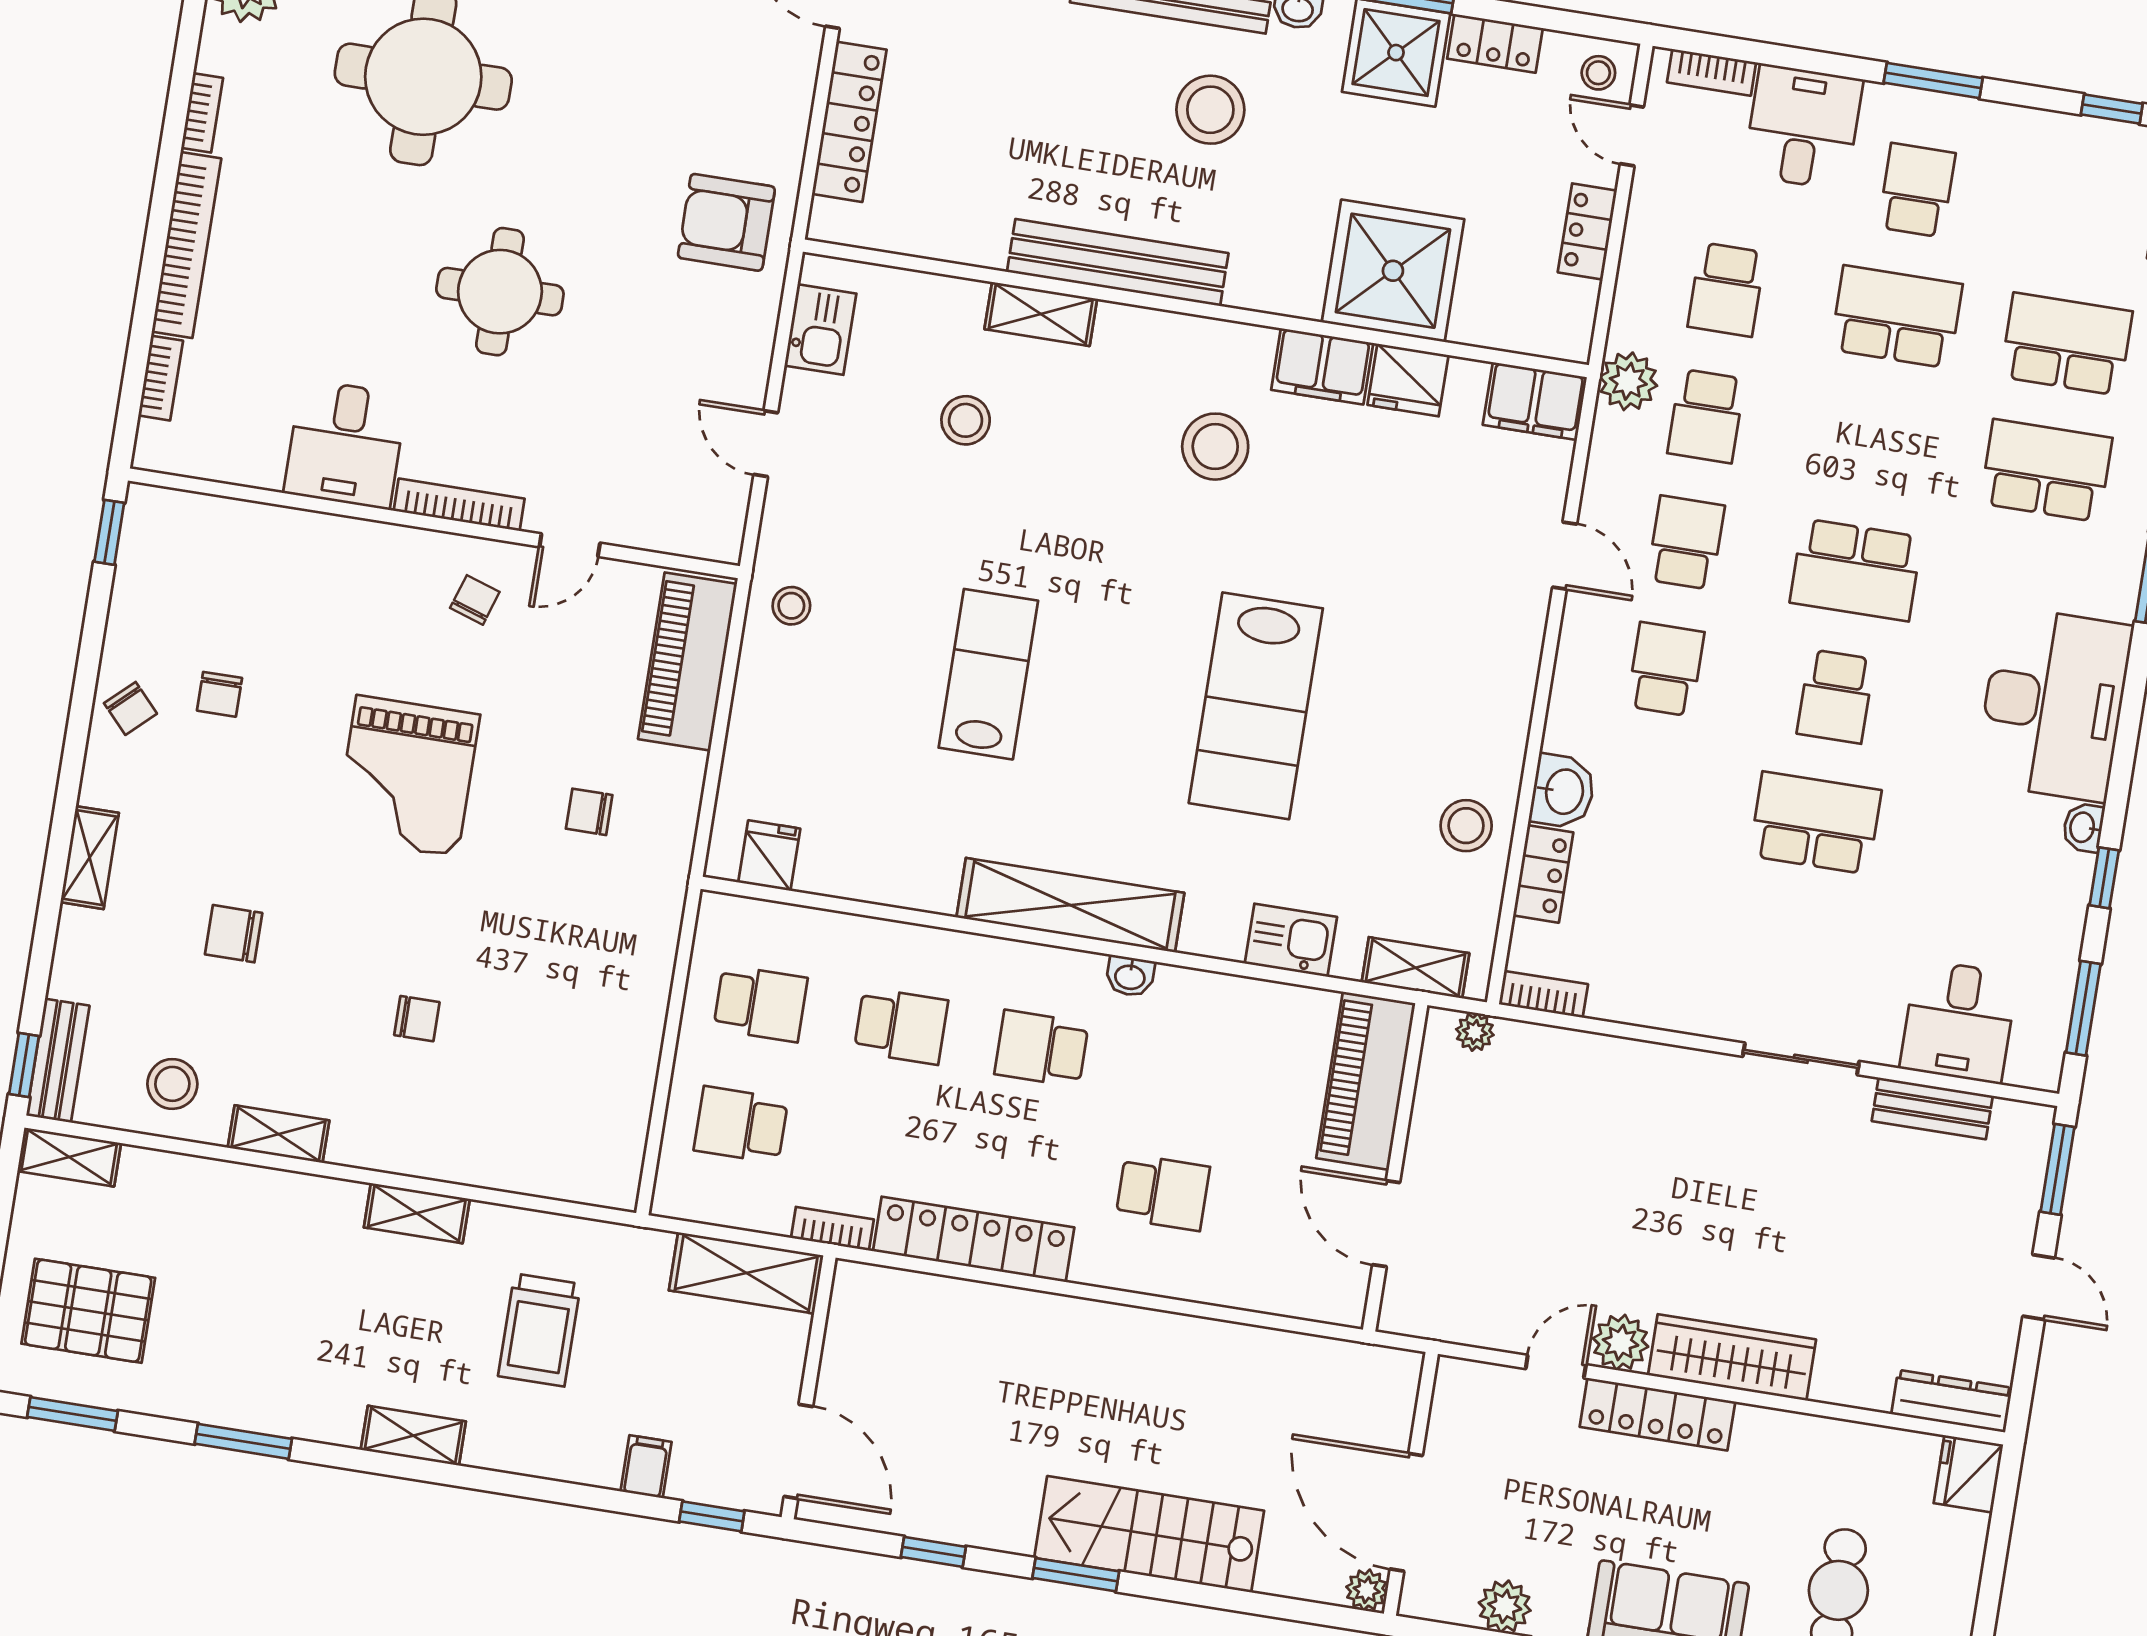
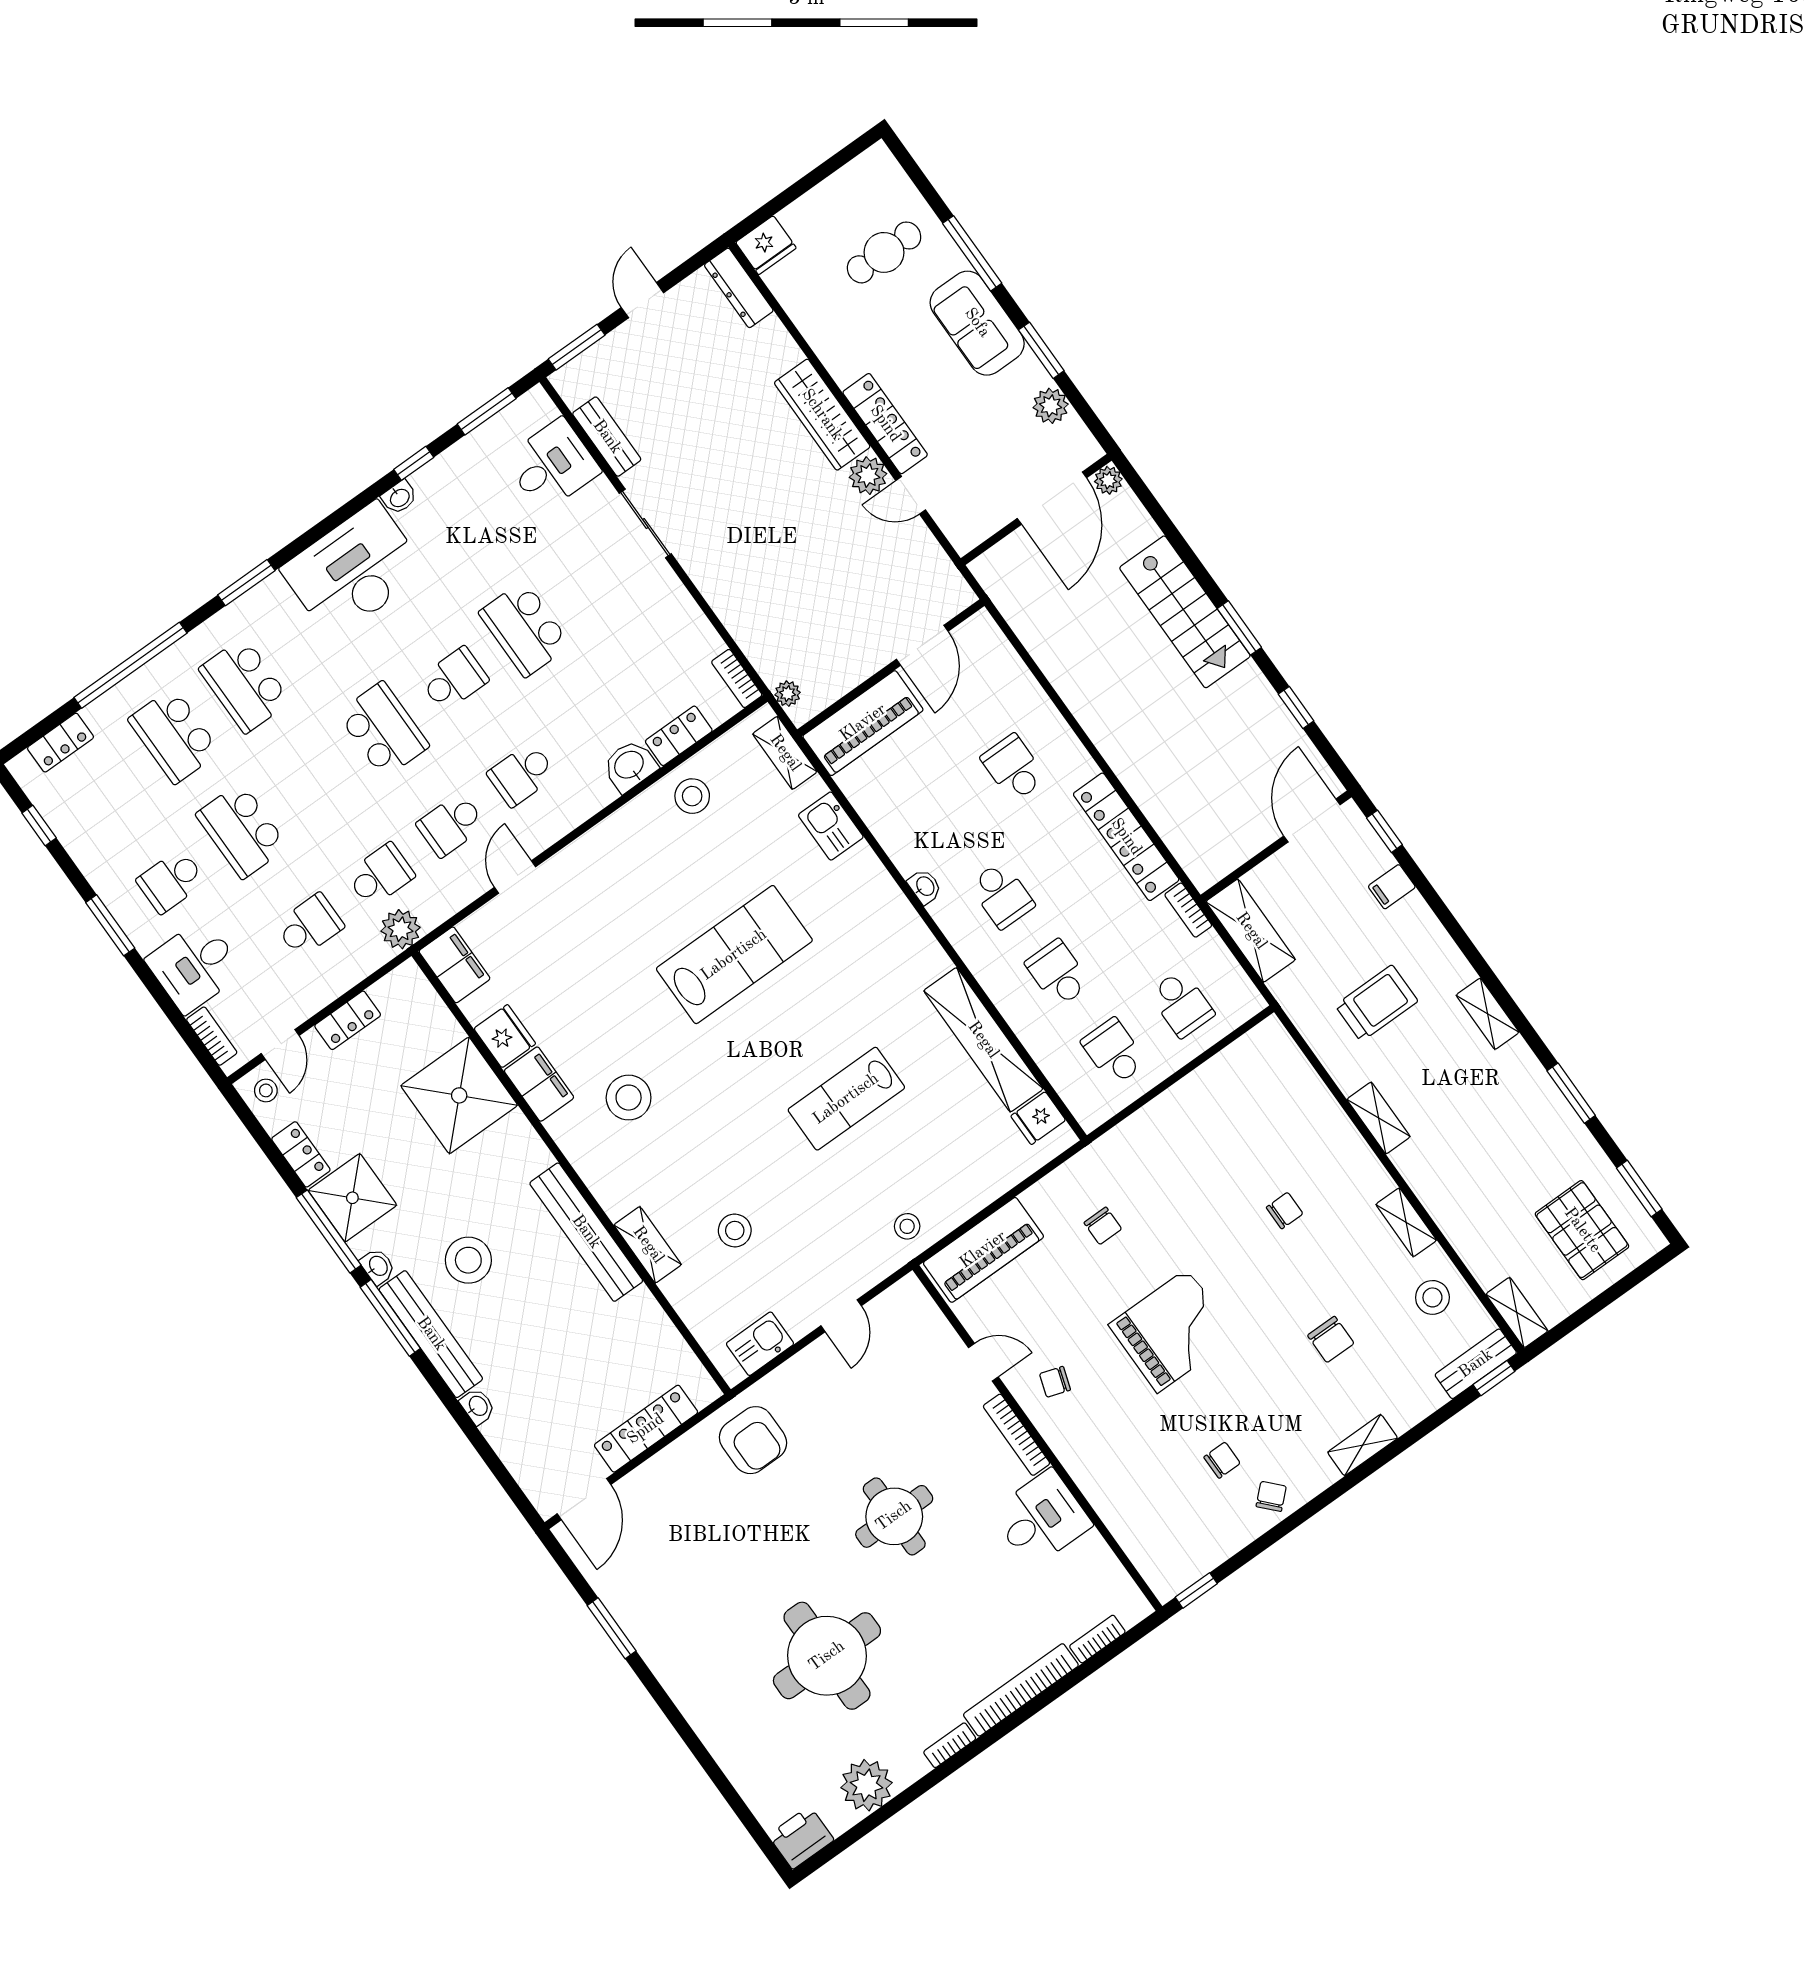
shelving: (1070, 905) -> (983, 1040), moved
chair: (417, 1019) -> (1285, 1211), turned 90

